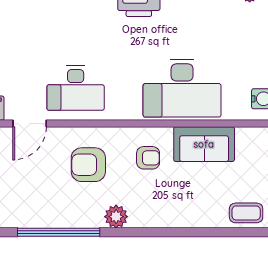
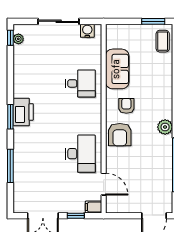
desk: (182, 88) -> (80, 83), width x0.53, depth x0.77
armchair: (88, 165) -> (120, 135), moved

